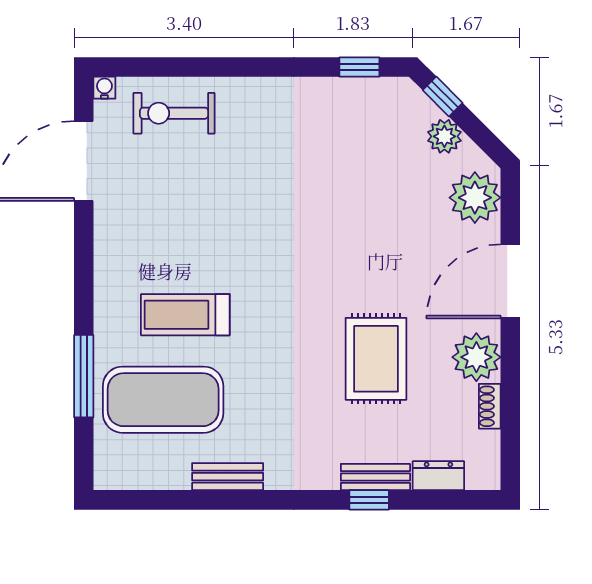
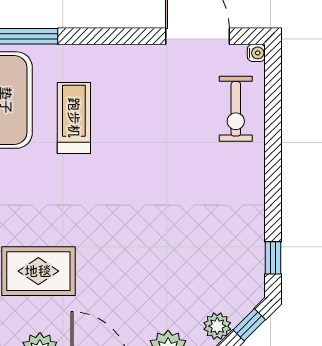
exercise bike: (174, 113) -> (236, 109), turned 180

